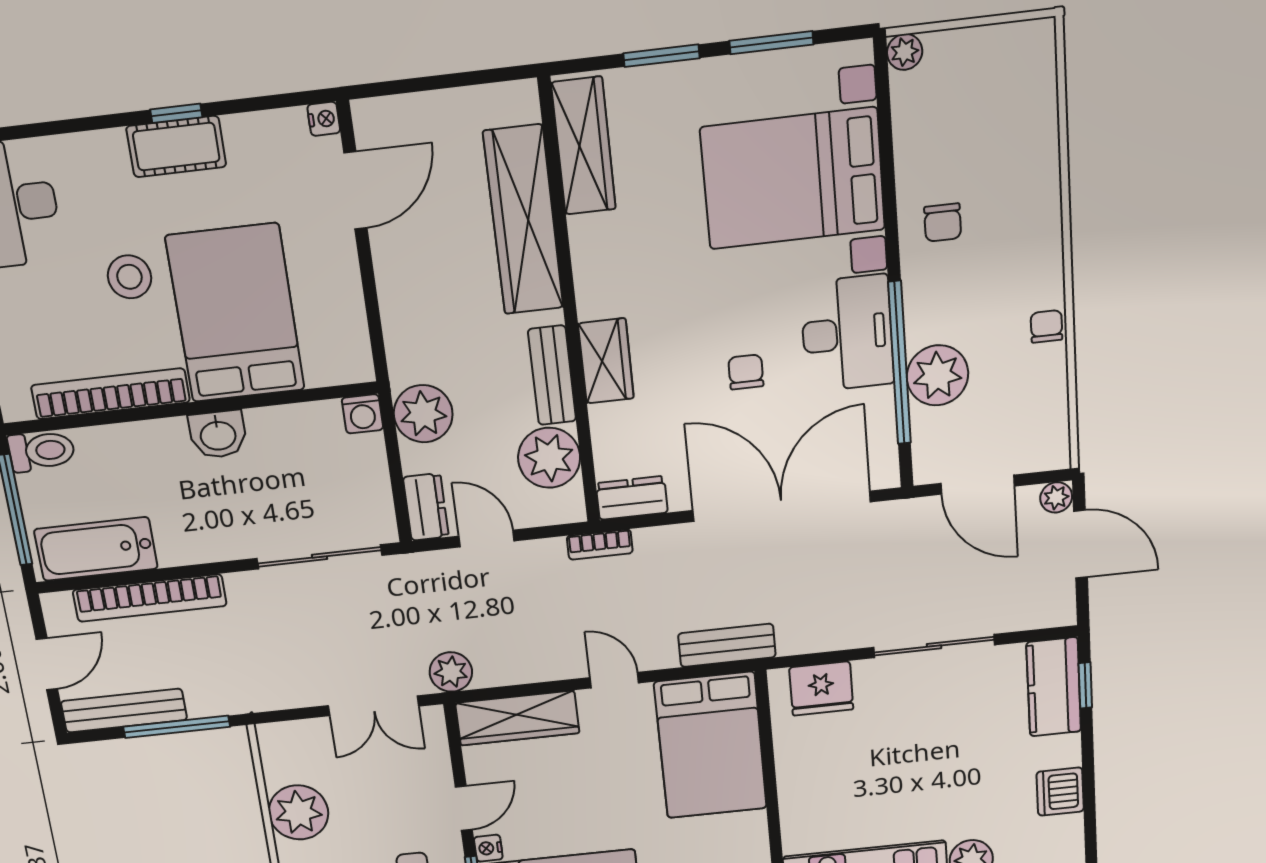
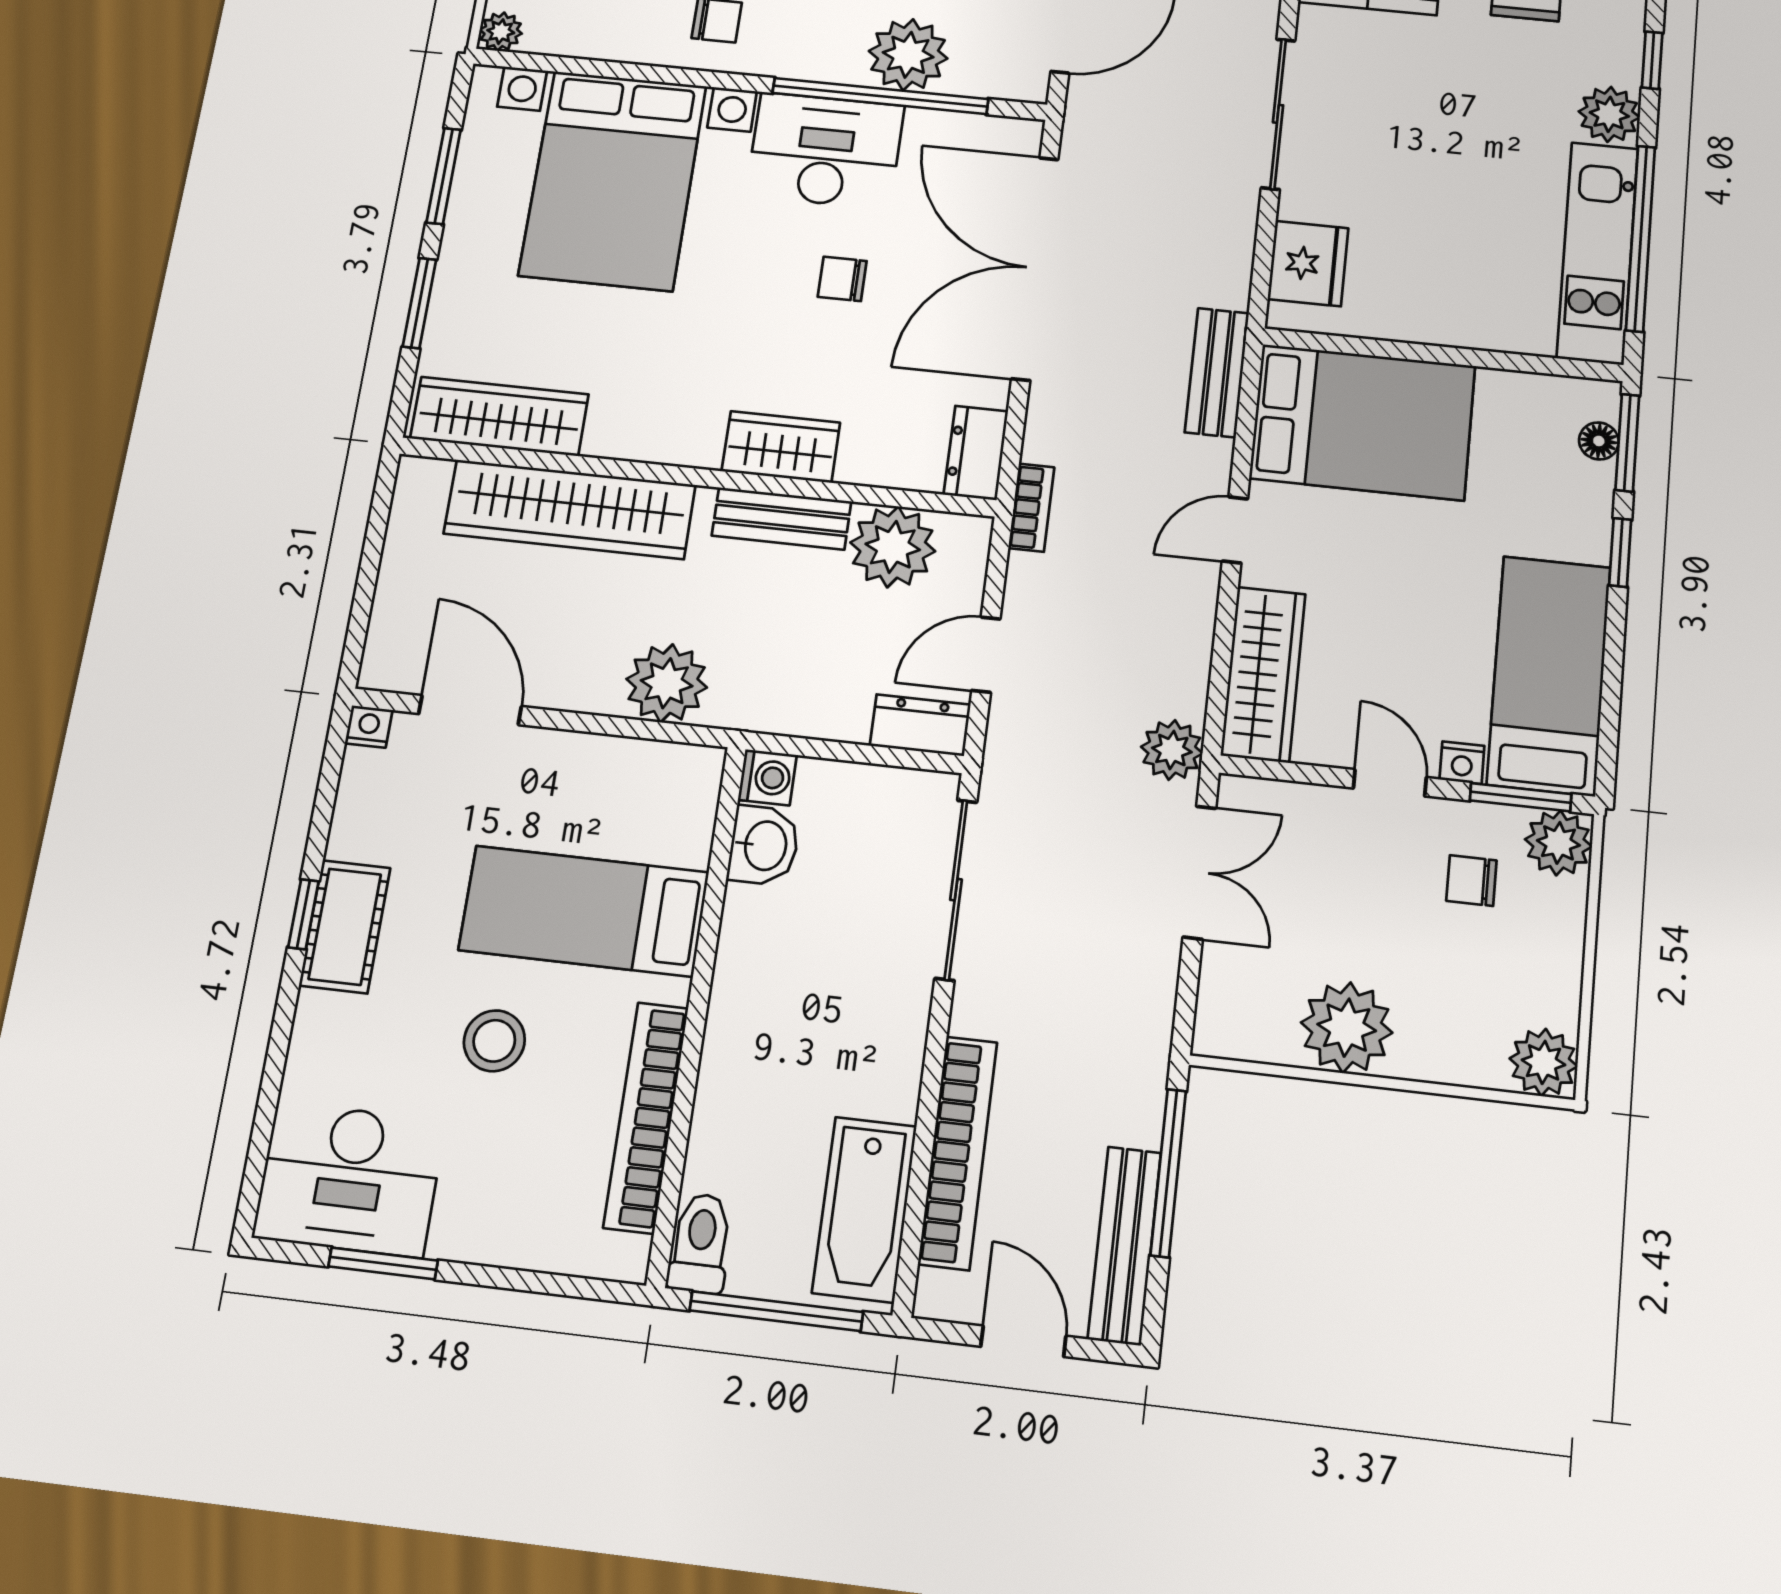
bed: (235, 313) -> (584, 911), width x0.67
plant: (423, 414) -> (667, 683), moved
washbasin: (218, 434) -> (764, 845), moved

